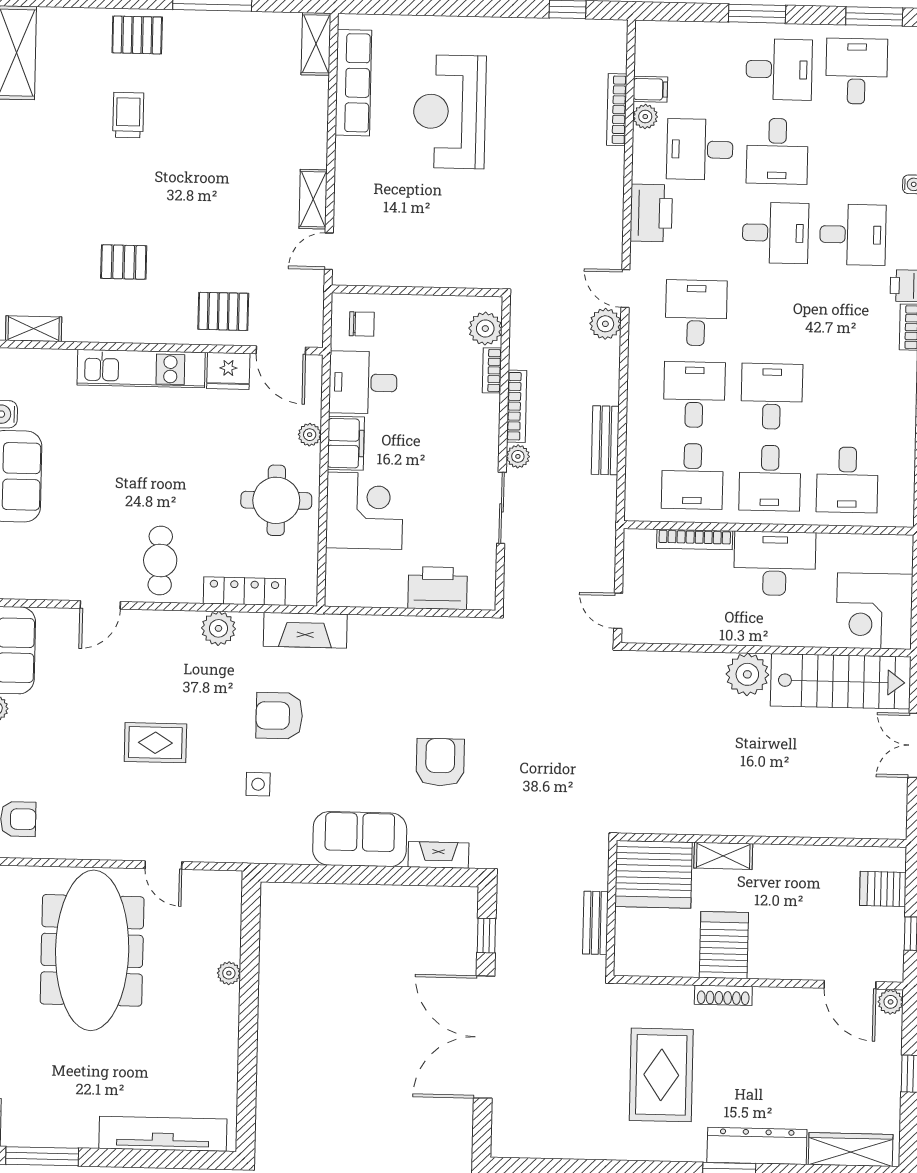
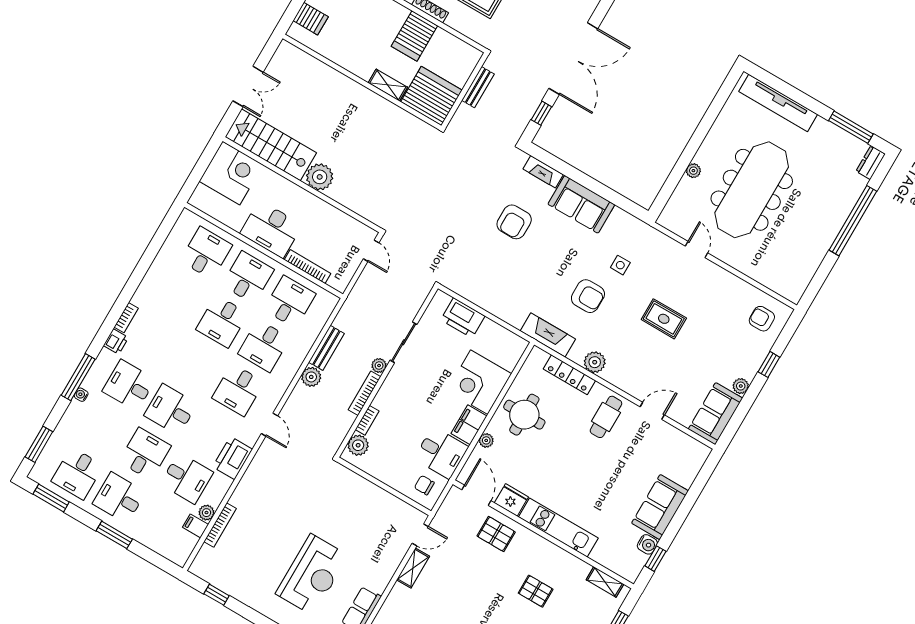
plant: (605, 324) -> (311, 377), moved
meeting table: (92, 950) -> (752, 190), moved

